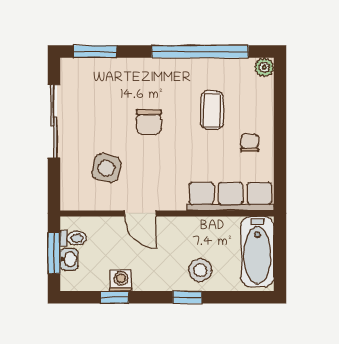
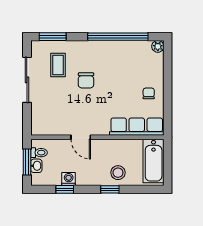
coffee table: (212, 110) -> (58, 65), moved
side table: (106, 168) -> (60, 109), removed

